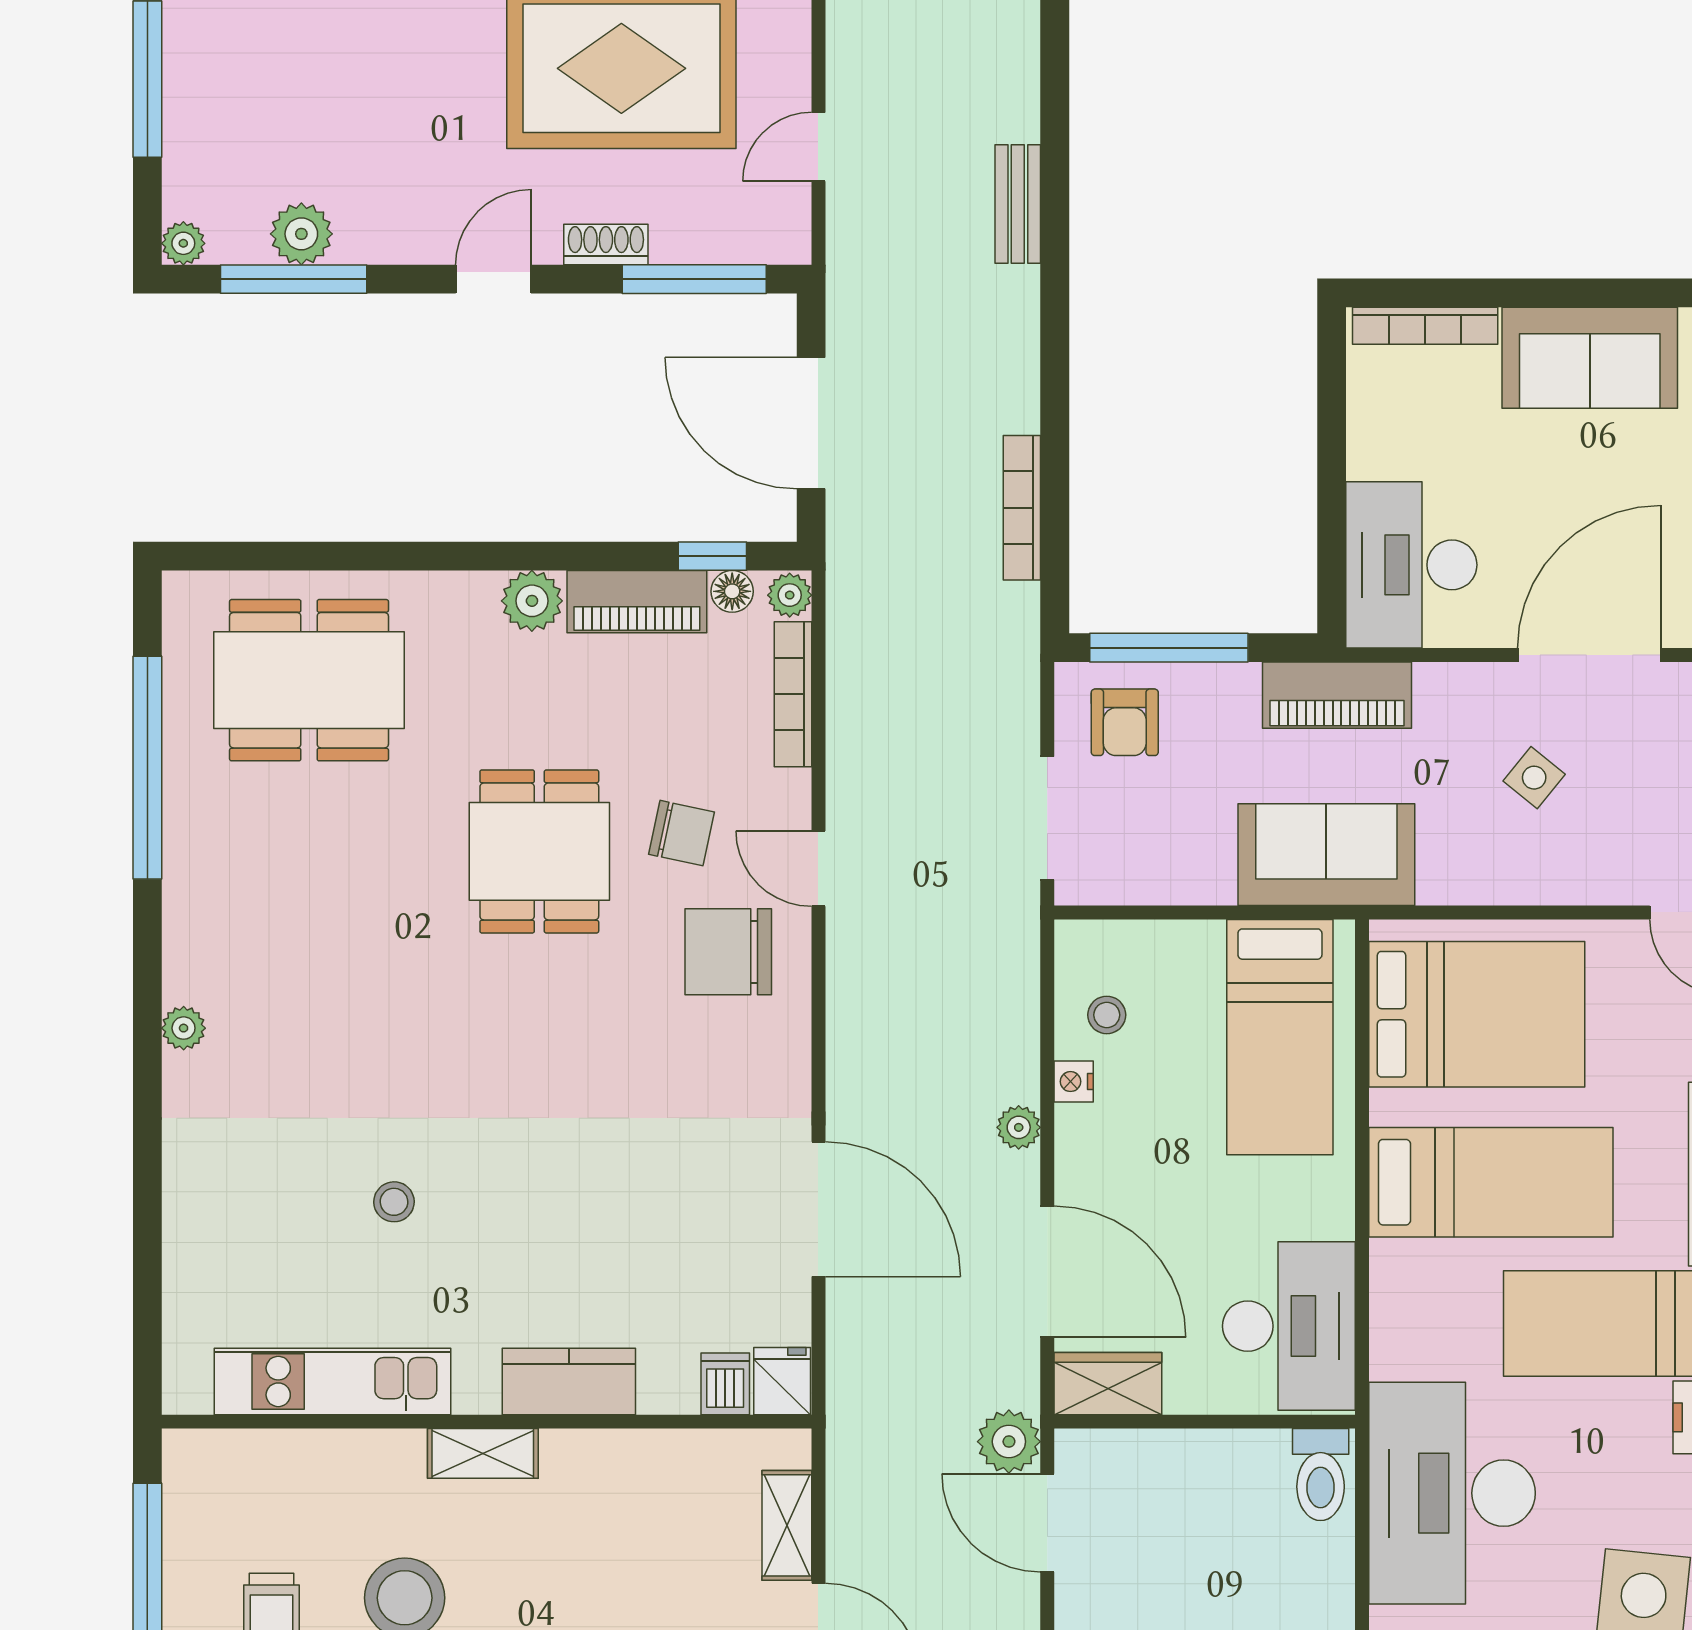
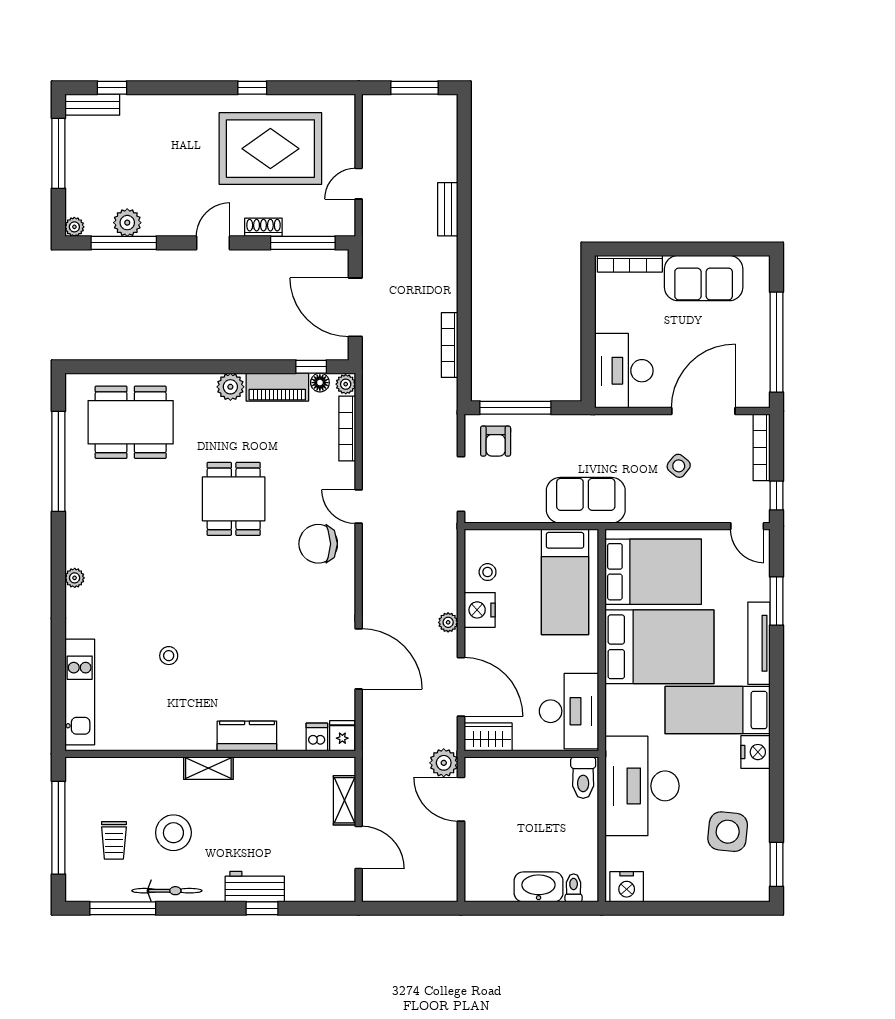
piano: (1337, 695) -> (591, 429), removed
chair: (682, 833) -> (297, 491), removed
nightstand: (1074, 1082) -> (480, 610), width x1.89, depth x1.79
bed: (1491, 1182) -> (659, 647), width x1.50
kitchen unit: (333, 1381) -> (80, 692), moved, turned 90

